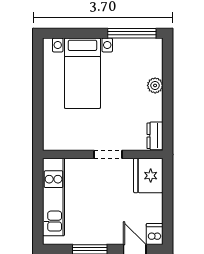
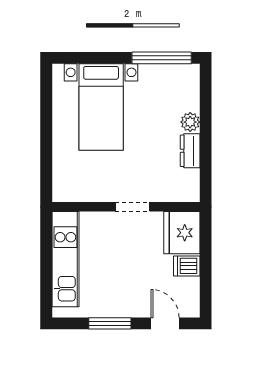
dresser: (155, 136) -> (190, 151), moved
dishwasher: (155, 234) -> (187, 266), moved, turned -90

